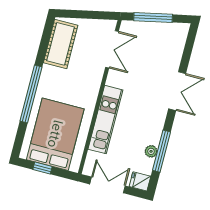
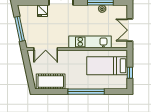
double door: (112, 49) -> (46, 49), swing flipped
bed: (55, 134) -> (107, 66), width x0.67
fridge: (140, 181) -> (42, 11), moved

